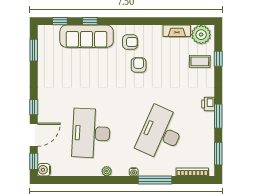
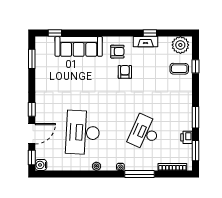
window: (90, 21) -> (150, 33), moved
fireplace: (177, 31) -> (146, 42), moved
printer: (208, 104) -> (187, 137), moved
desk: (161, 133) -> (145, 133), width x0.73, depth x0.77

